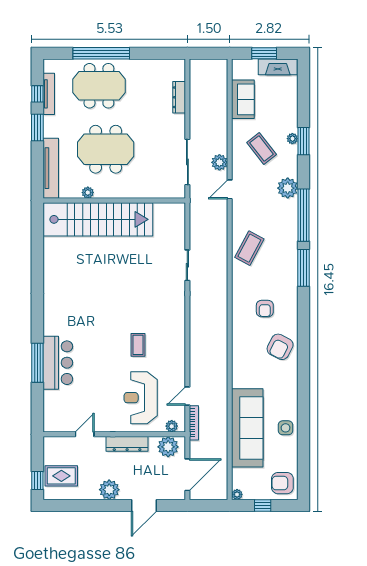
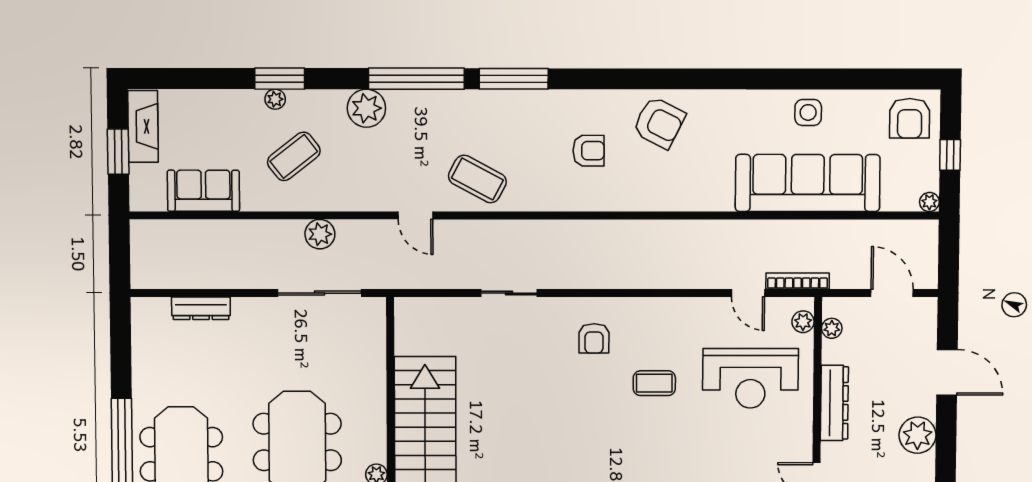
door: (230, 189) -> (415, 215), moved
armchair: (163, 312) -> (594, 338), added
plant: (168, 447) -> (832, 328), width x0.53, depth x0.53
door: (187, 475) -> (892, 293), width x0.73

